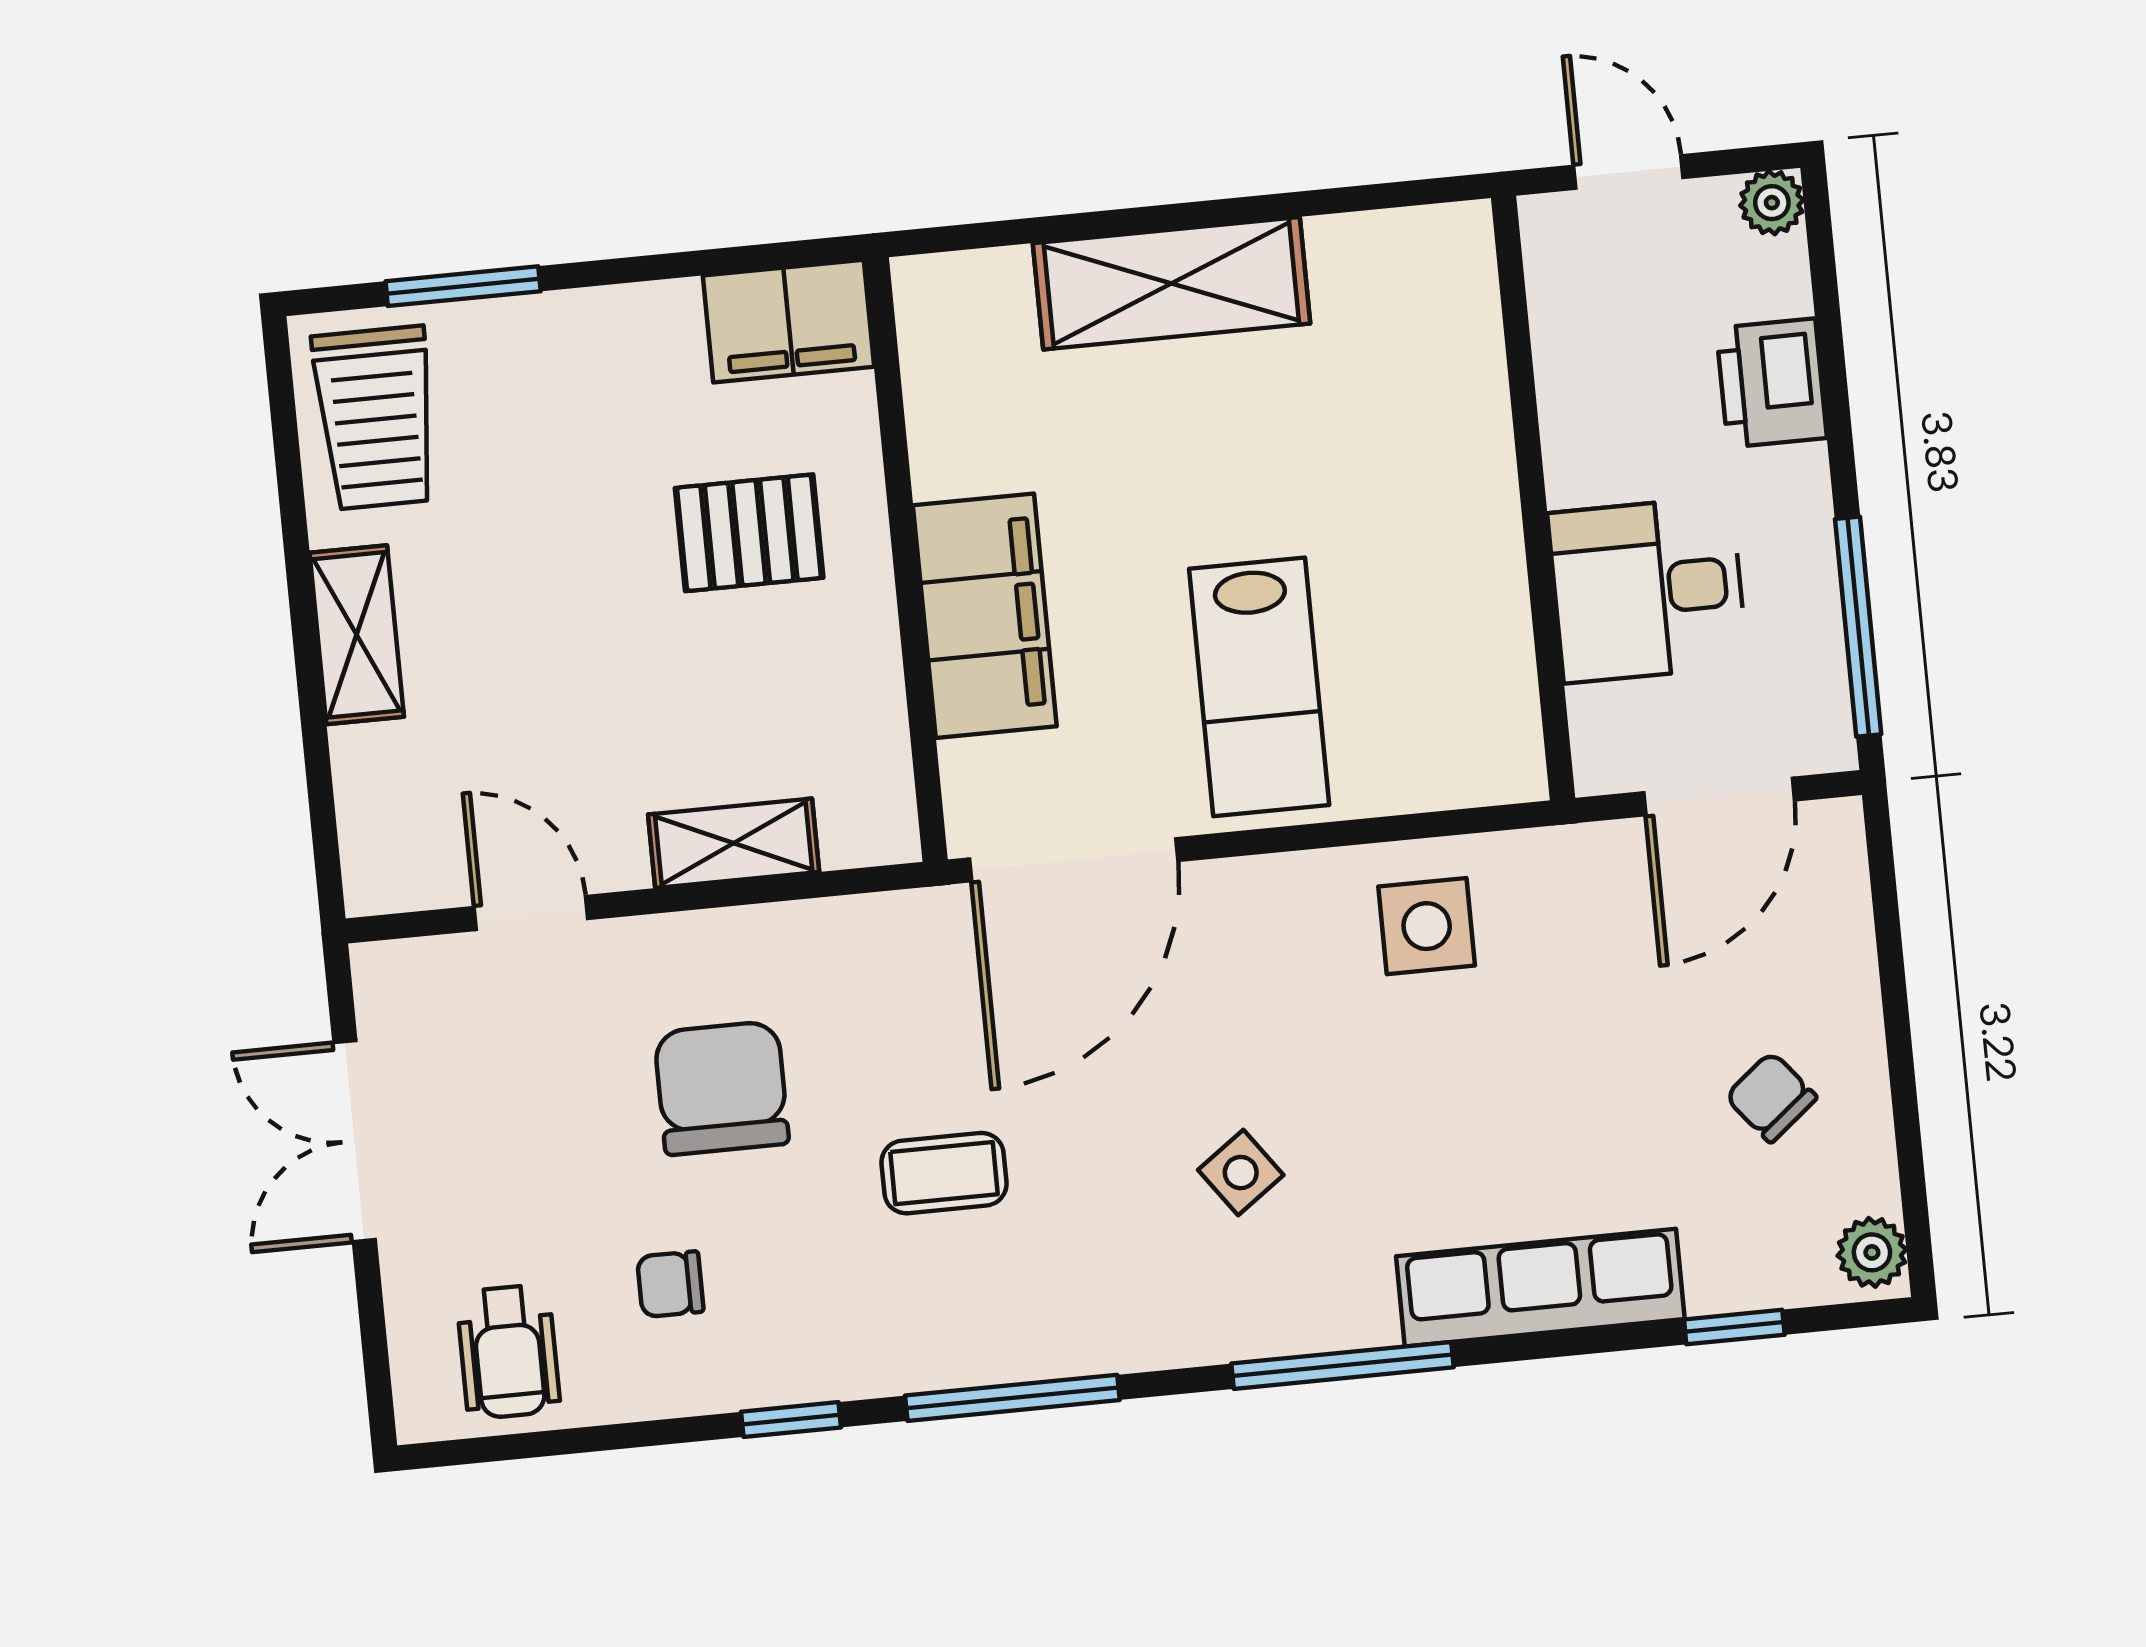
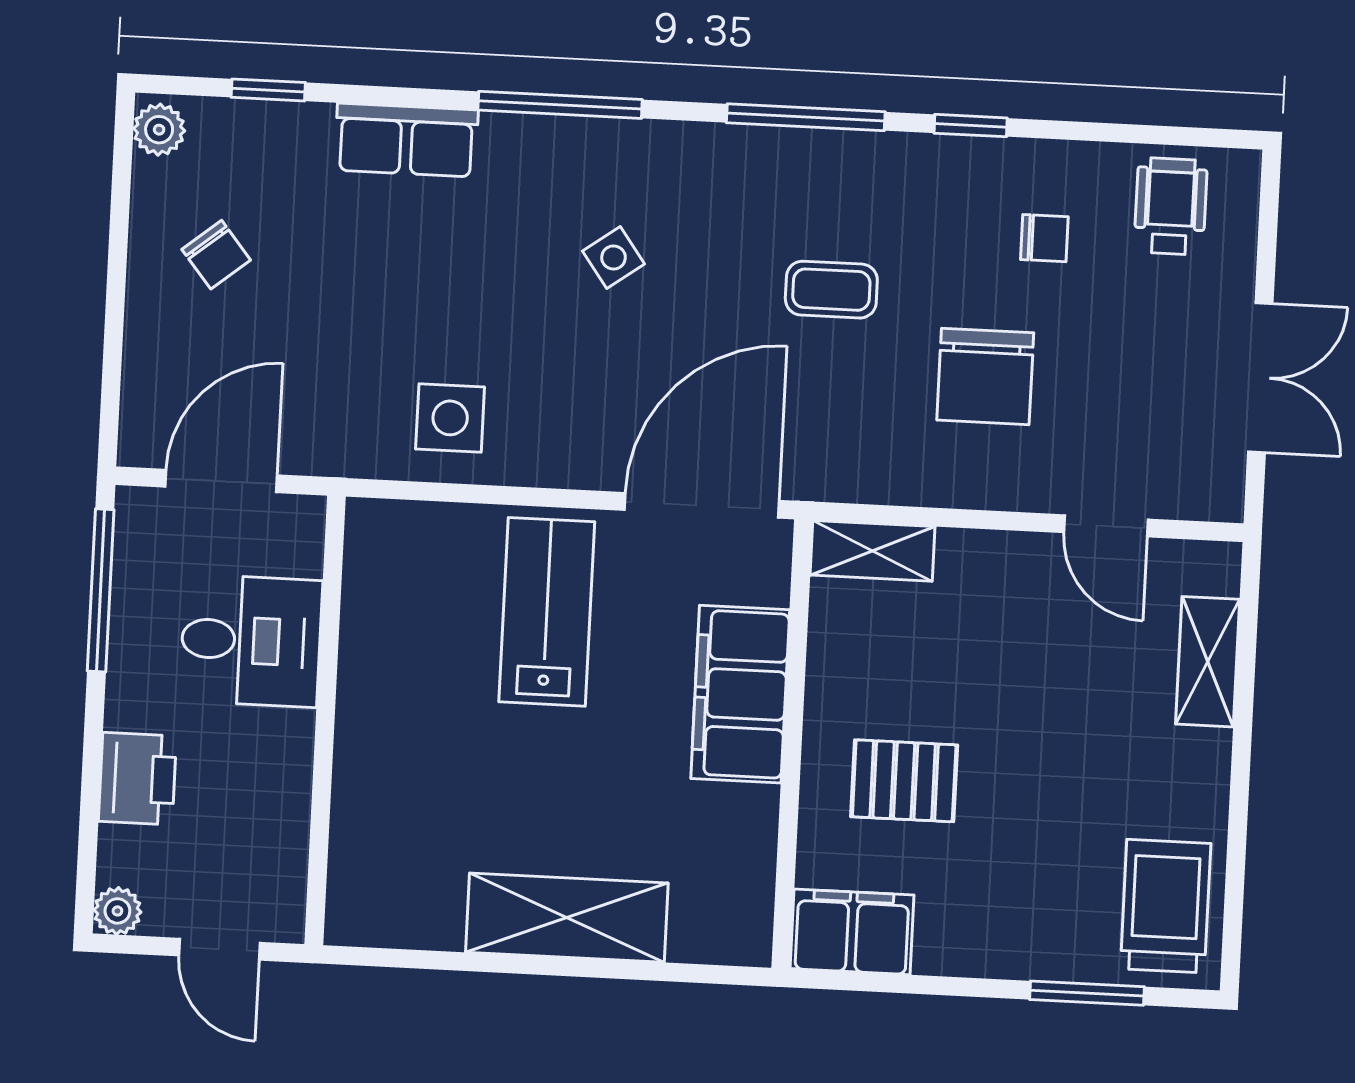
shelving: (357, 635) -> (1208, 662), moved
shelving: (734, 843) -> (872, 551), moved
row of seats: (1540, 1288) -> (406, 140), width x0.68

